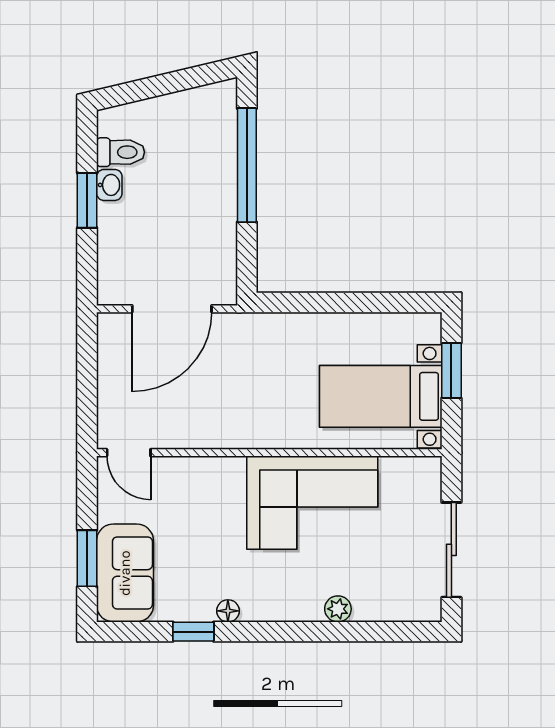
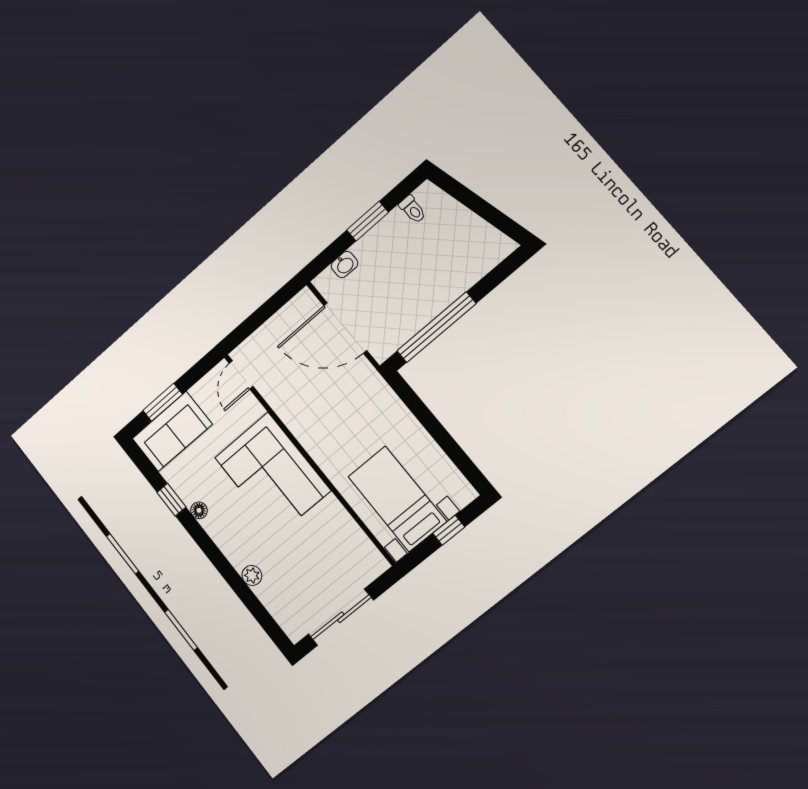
toilet: (121, 152) -> (413, 209), width x0.73, depth x0.72
window: (247, 165) -> (436, 327), moved
washbasin: (109, 185) -> (344, 264), moved
window: (451, 371) -> (449, 530), width x0.67
corner sofa: (312, 503) -> (272, 474), moved

